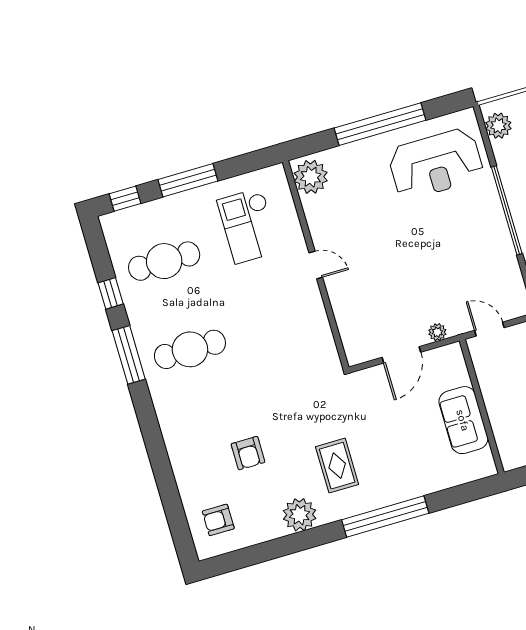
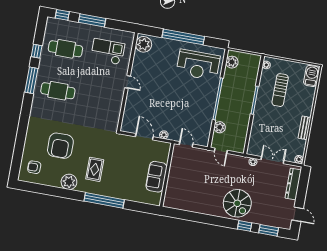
checkout: (248, 226) -> (108, 52), turned 90
door: (401, 355) -> (144, 137), swing flipped
armchair: (248, 453) -> (60, 146), width x1.88, depth x1.88

